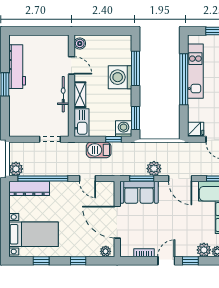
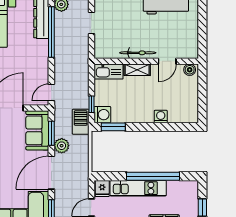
window: (135, 68) -> (164, 127), removed
kitchen unit: (195, 71) -> (138, 188), moved
washing machine: (120, 77) -> (161, 116), width x0.53, depth x0.53
doorway: (50, 139) -> (91, 23), moved
barbecue: (99, 150) -> (81, 122), moved
door: (87, 178) -> (51, 92), moved
door: (180, 178) -> (51, 173), width x1.36

